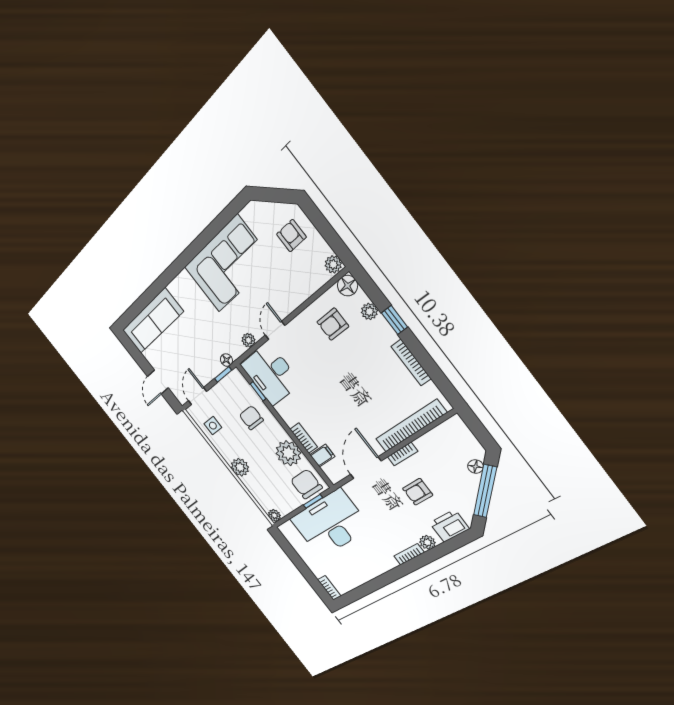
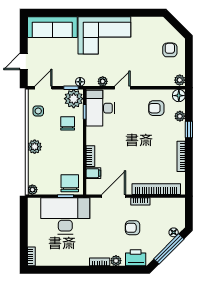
corner sofa: (228, 264) -> (104, 35), moved
plant: (288, 453) -> (74, 99), moved

